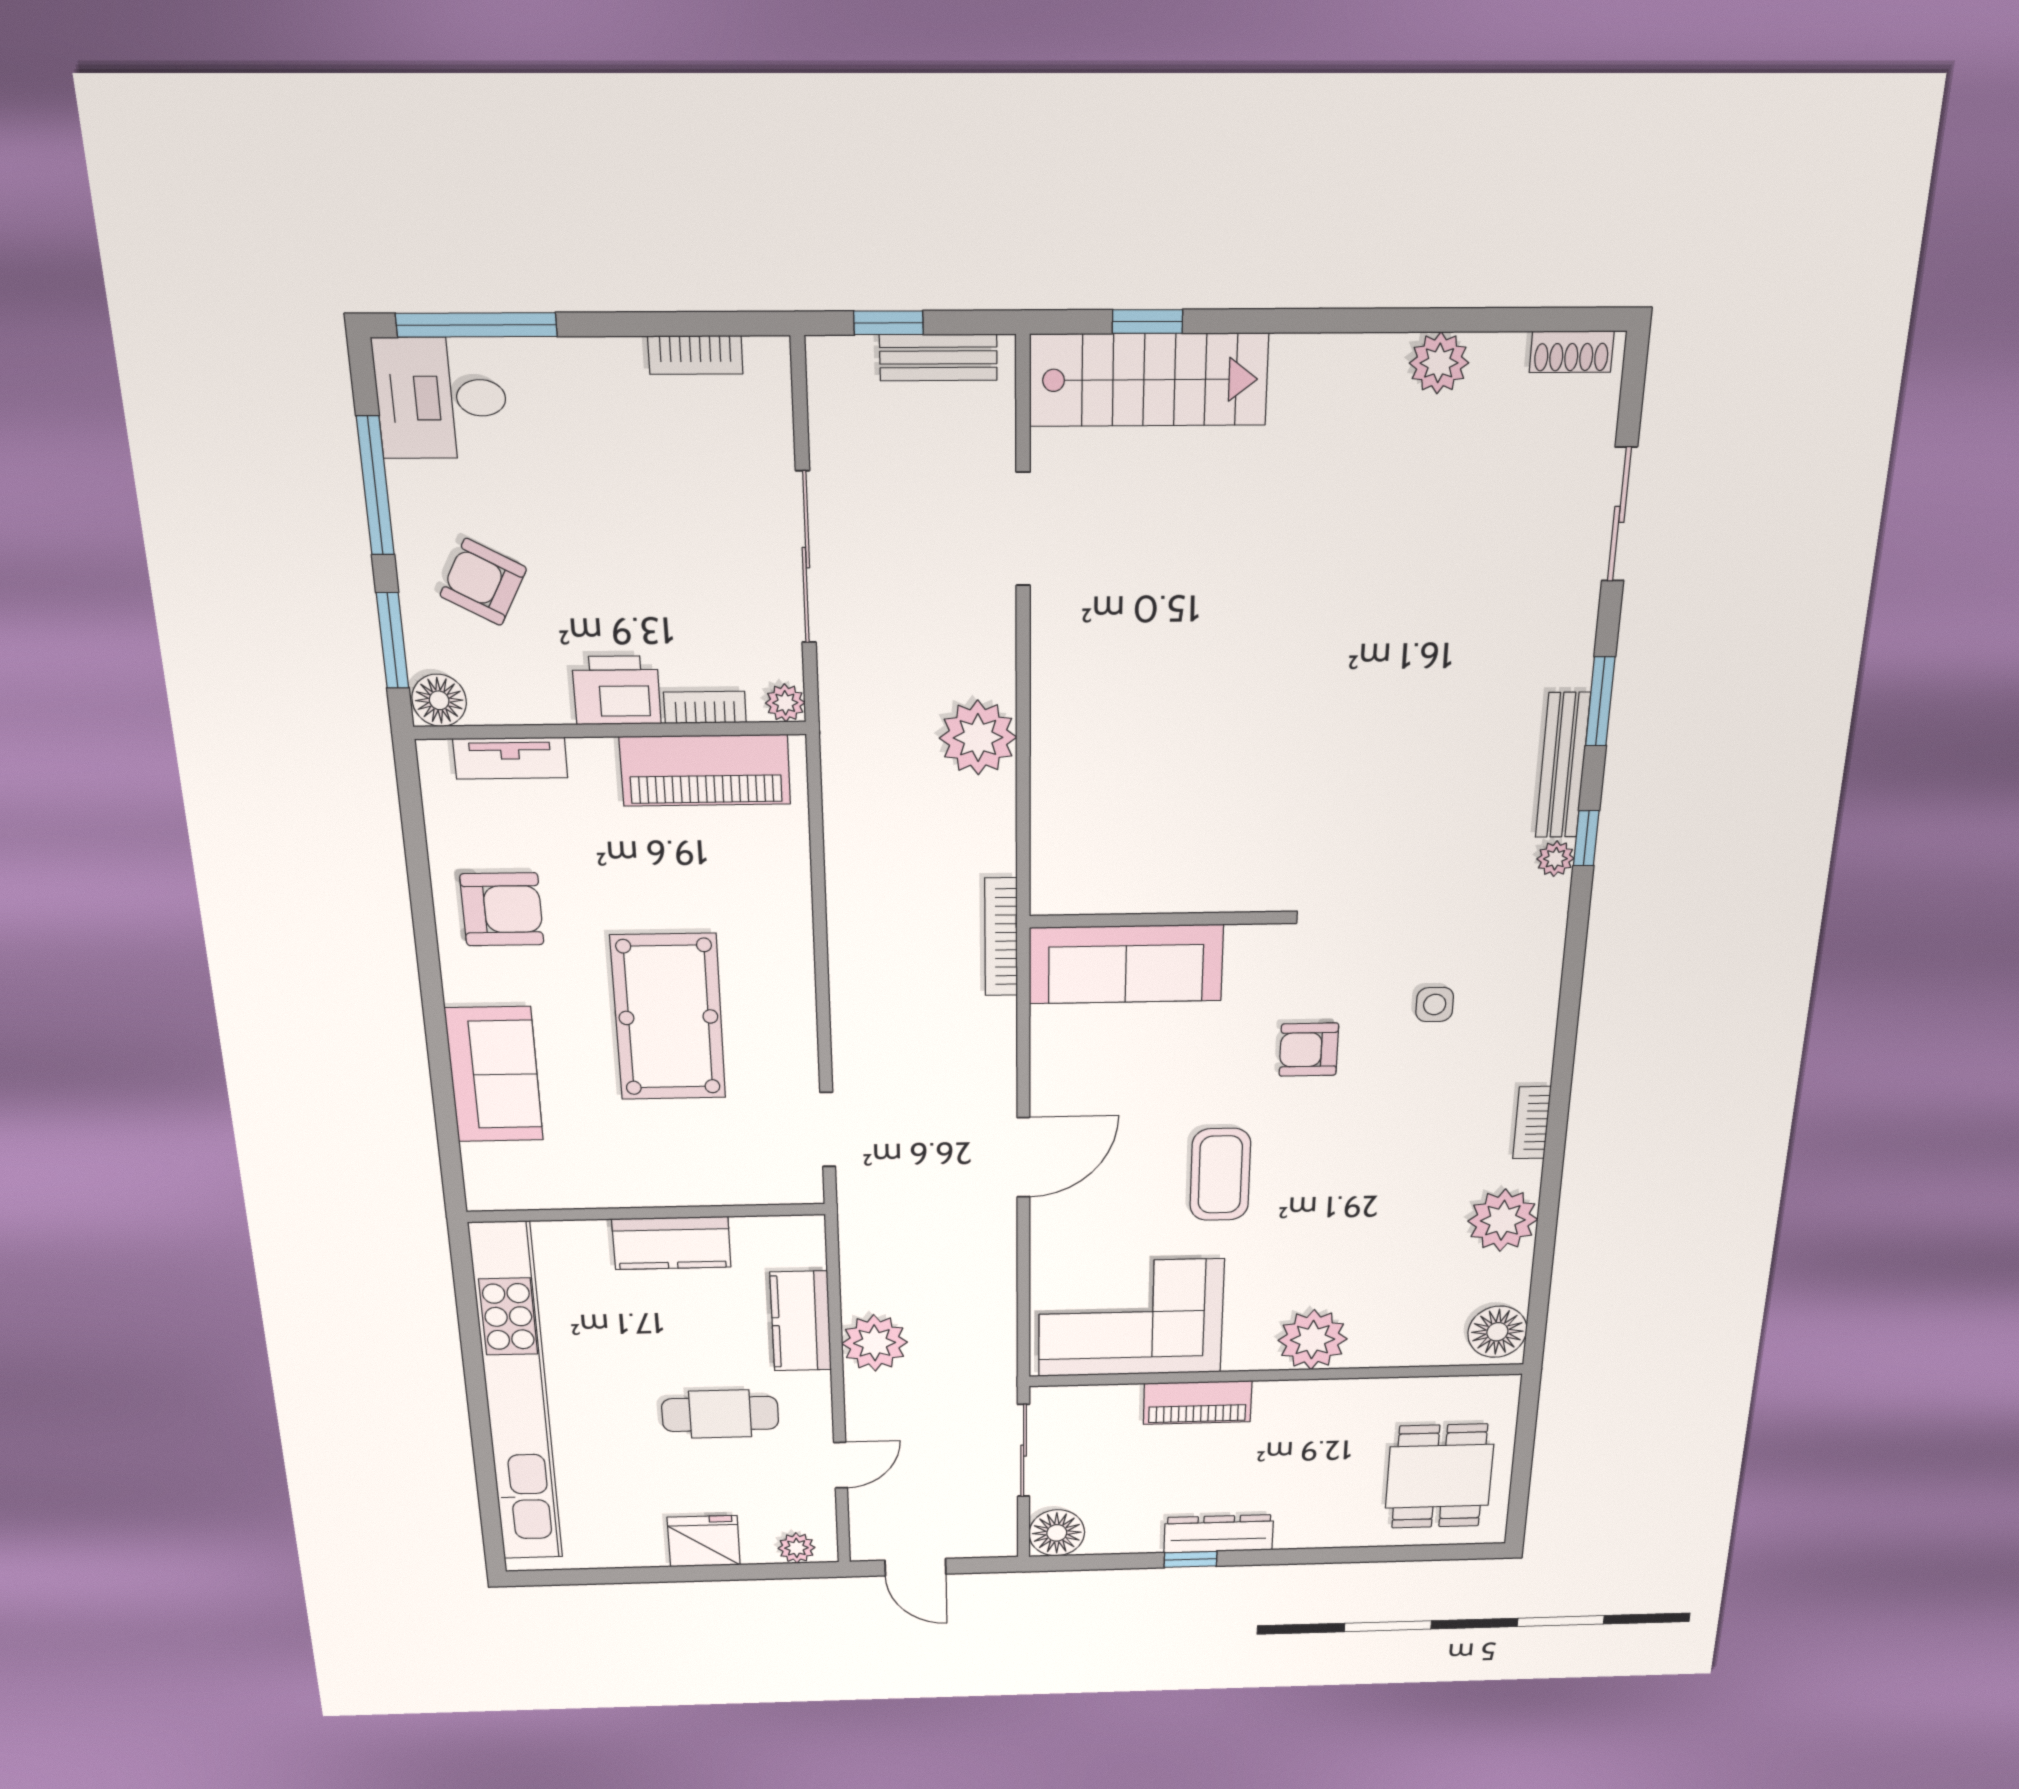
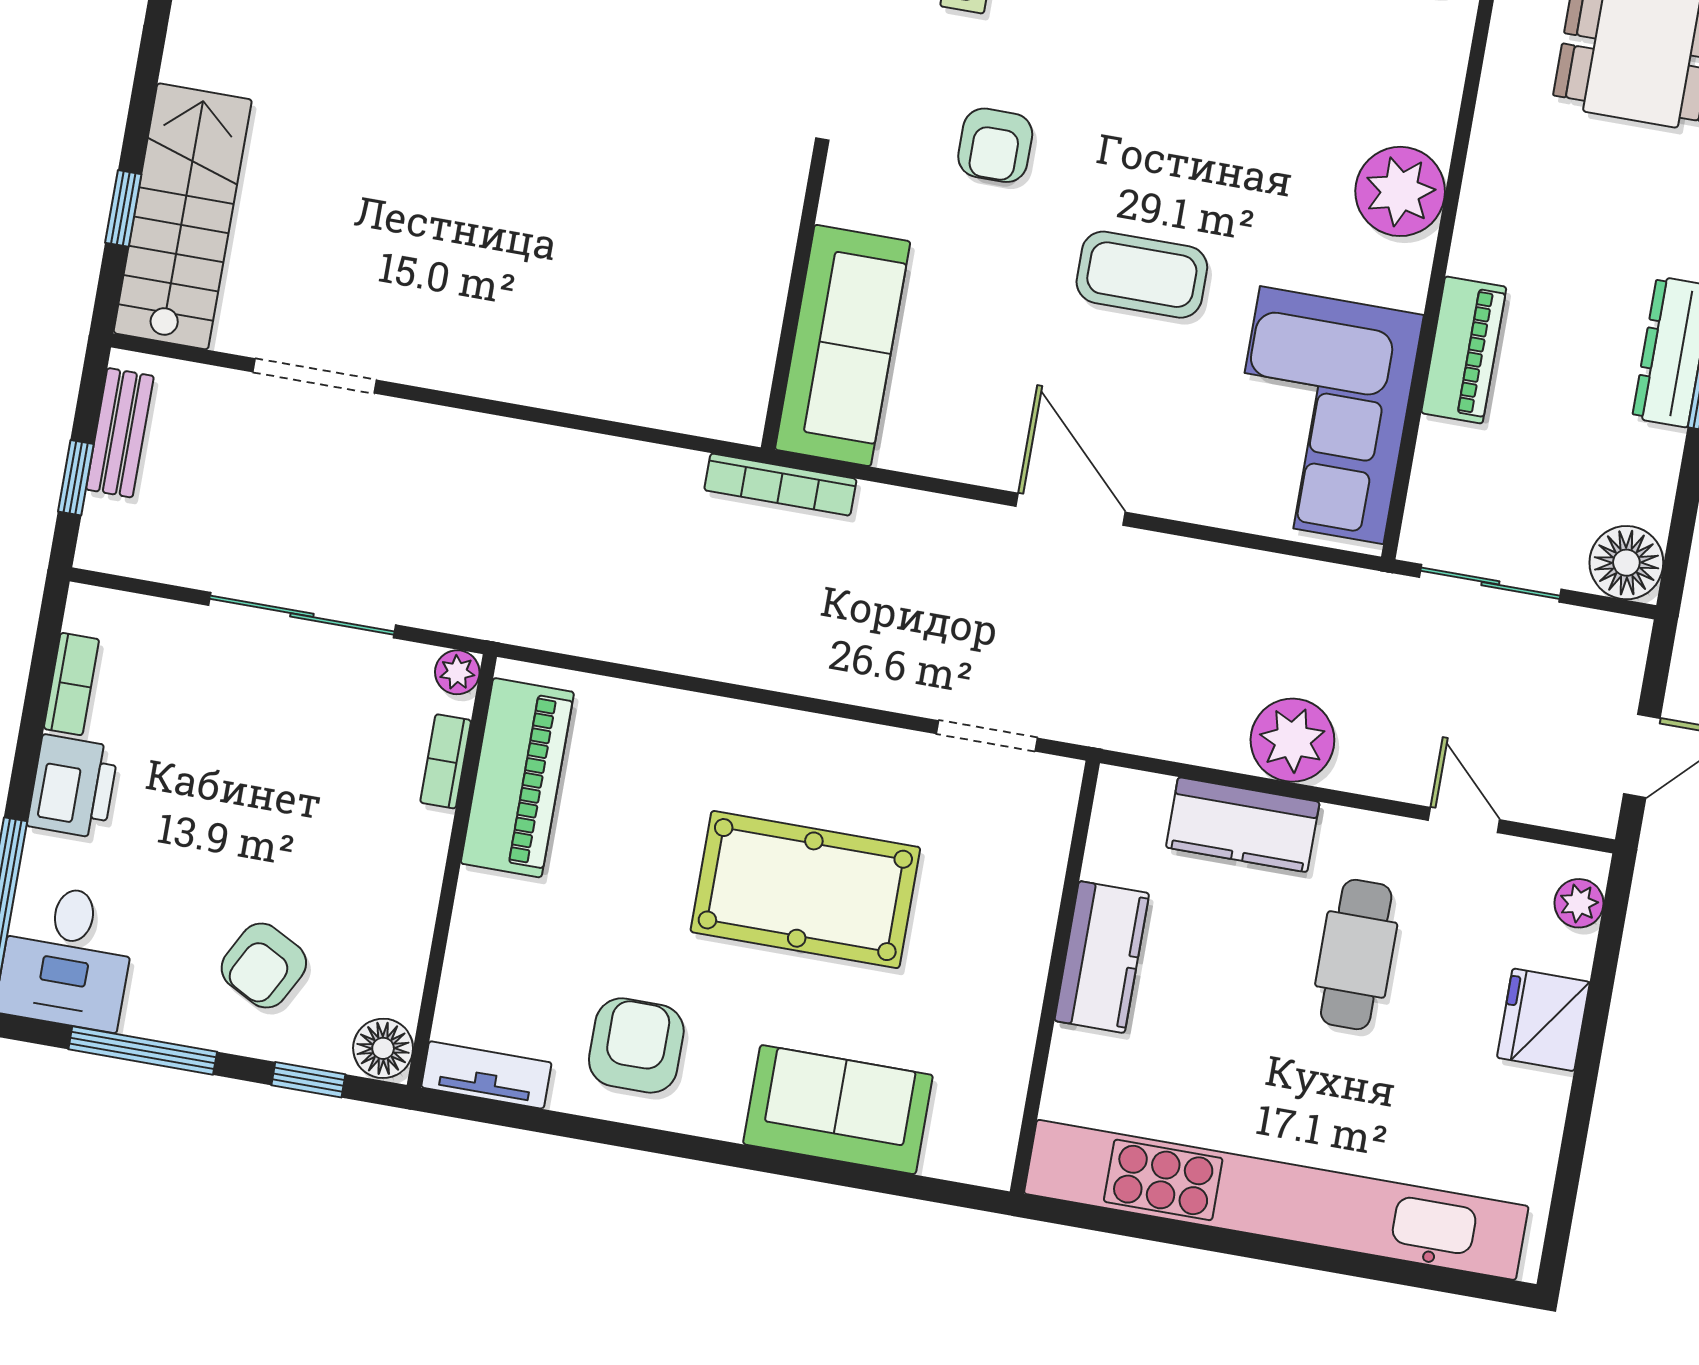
window: (393, 641) -> (308, 1080), width x0.67
printer: (617, 690) -> (73, 787), moved, turned 180
plant: (978, 738) -> (537, 467), removed
tv unit: (510, 758) -> (486, 1075), moved, turned -90

